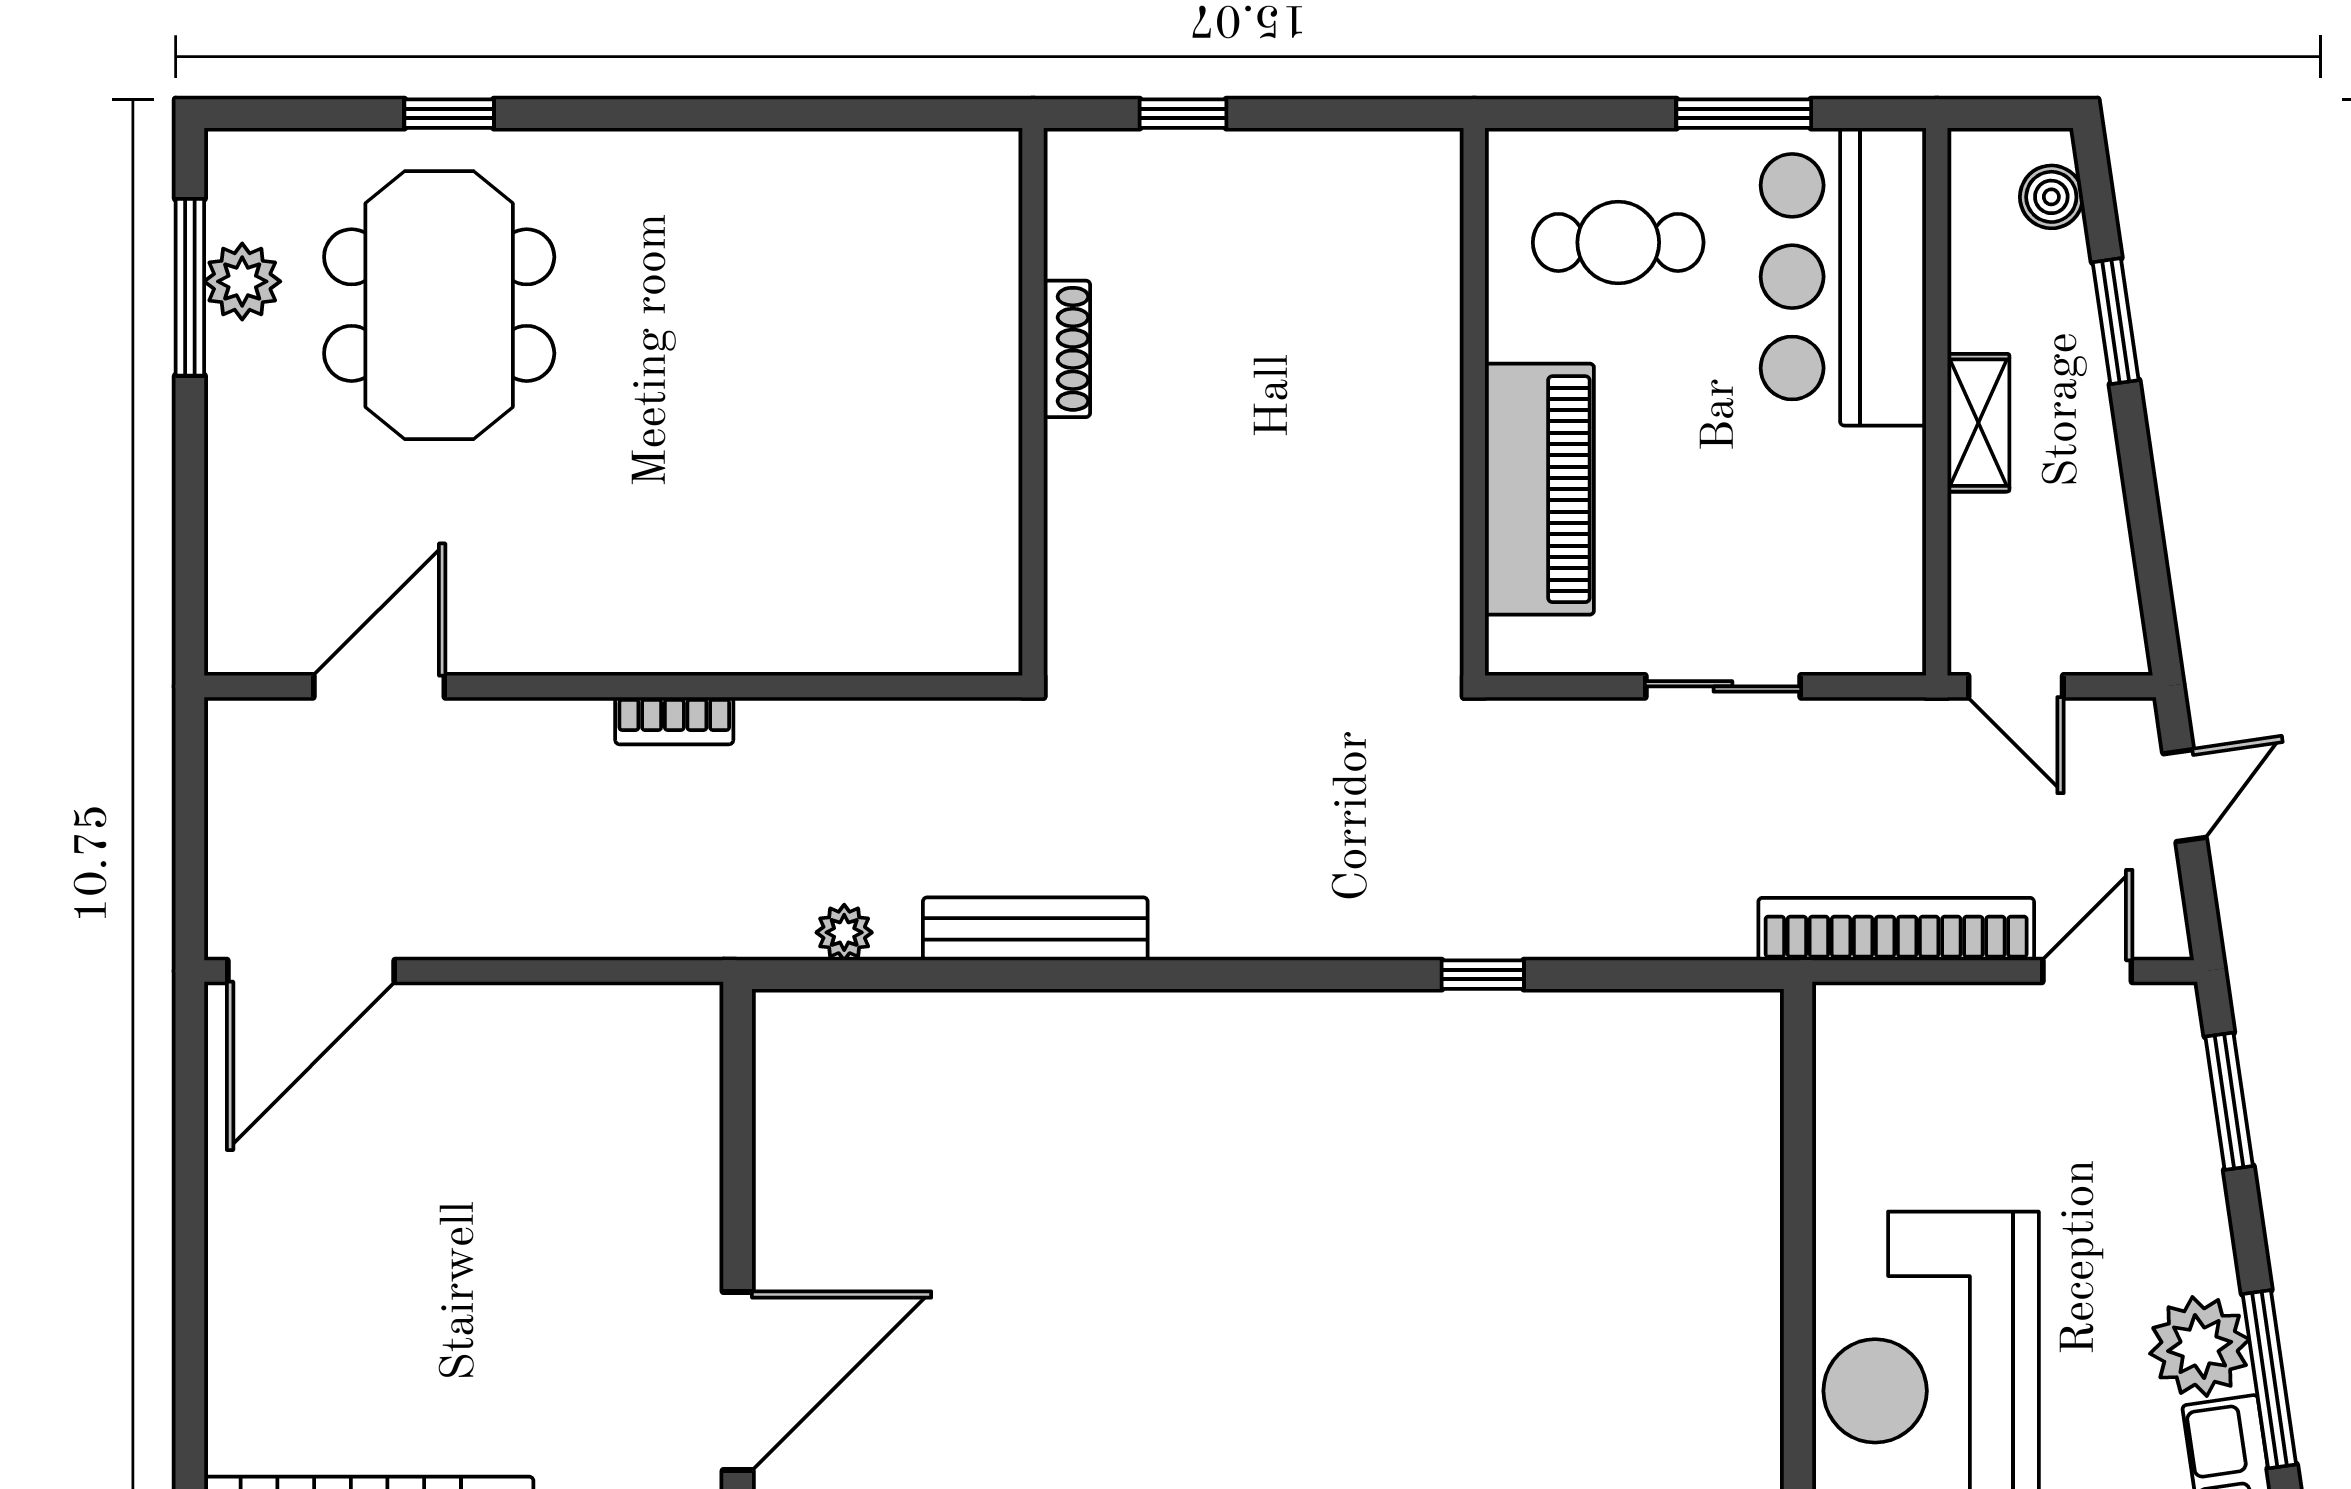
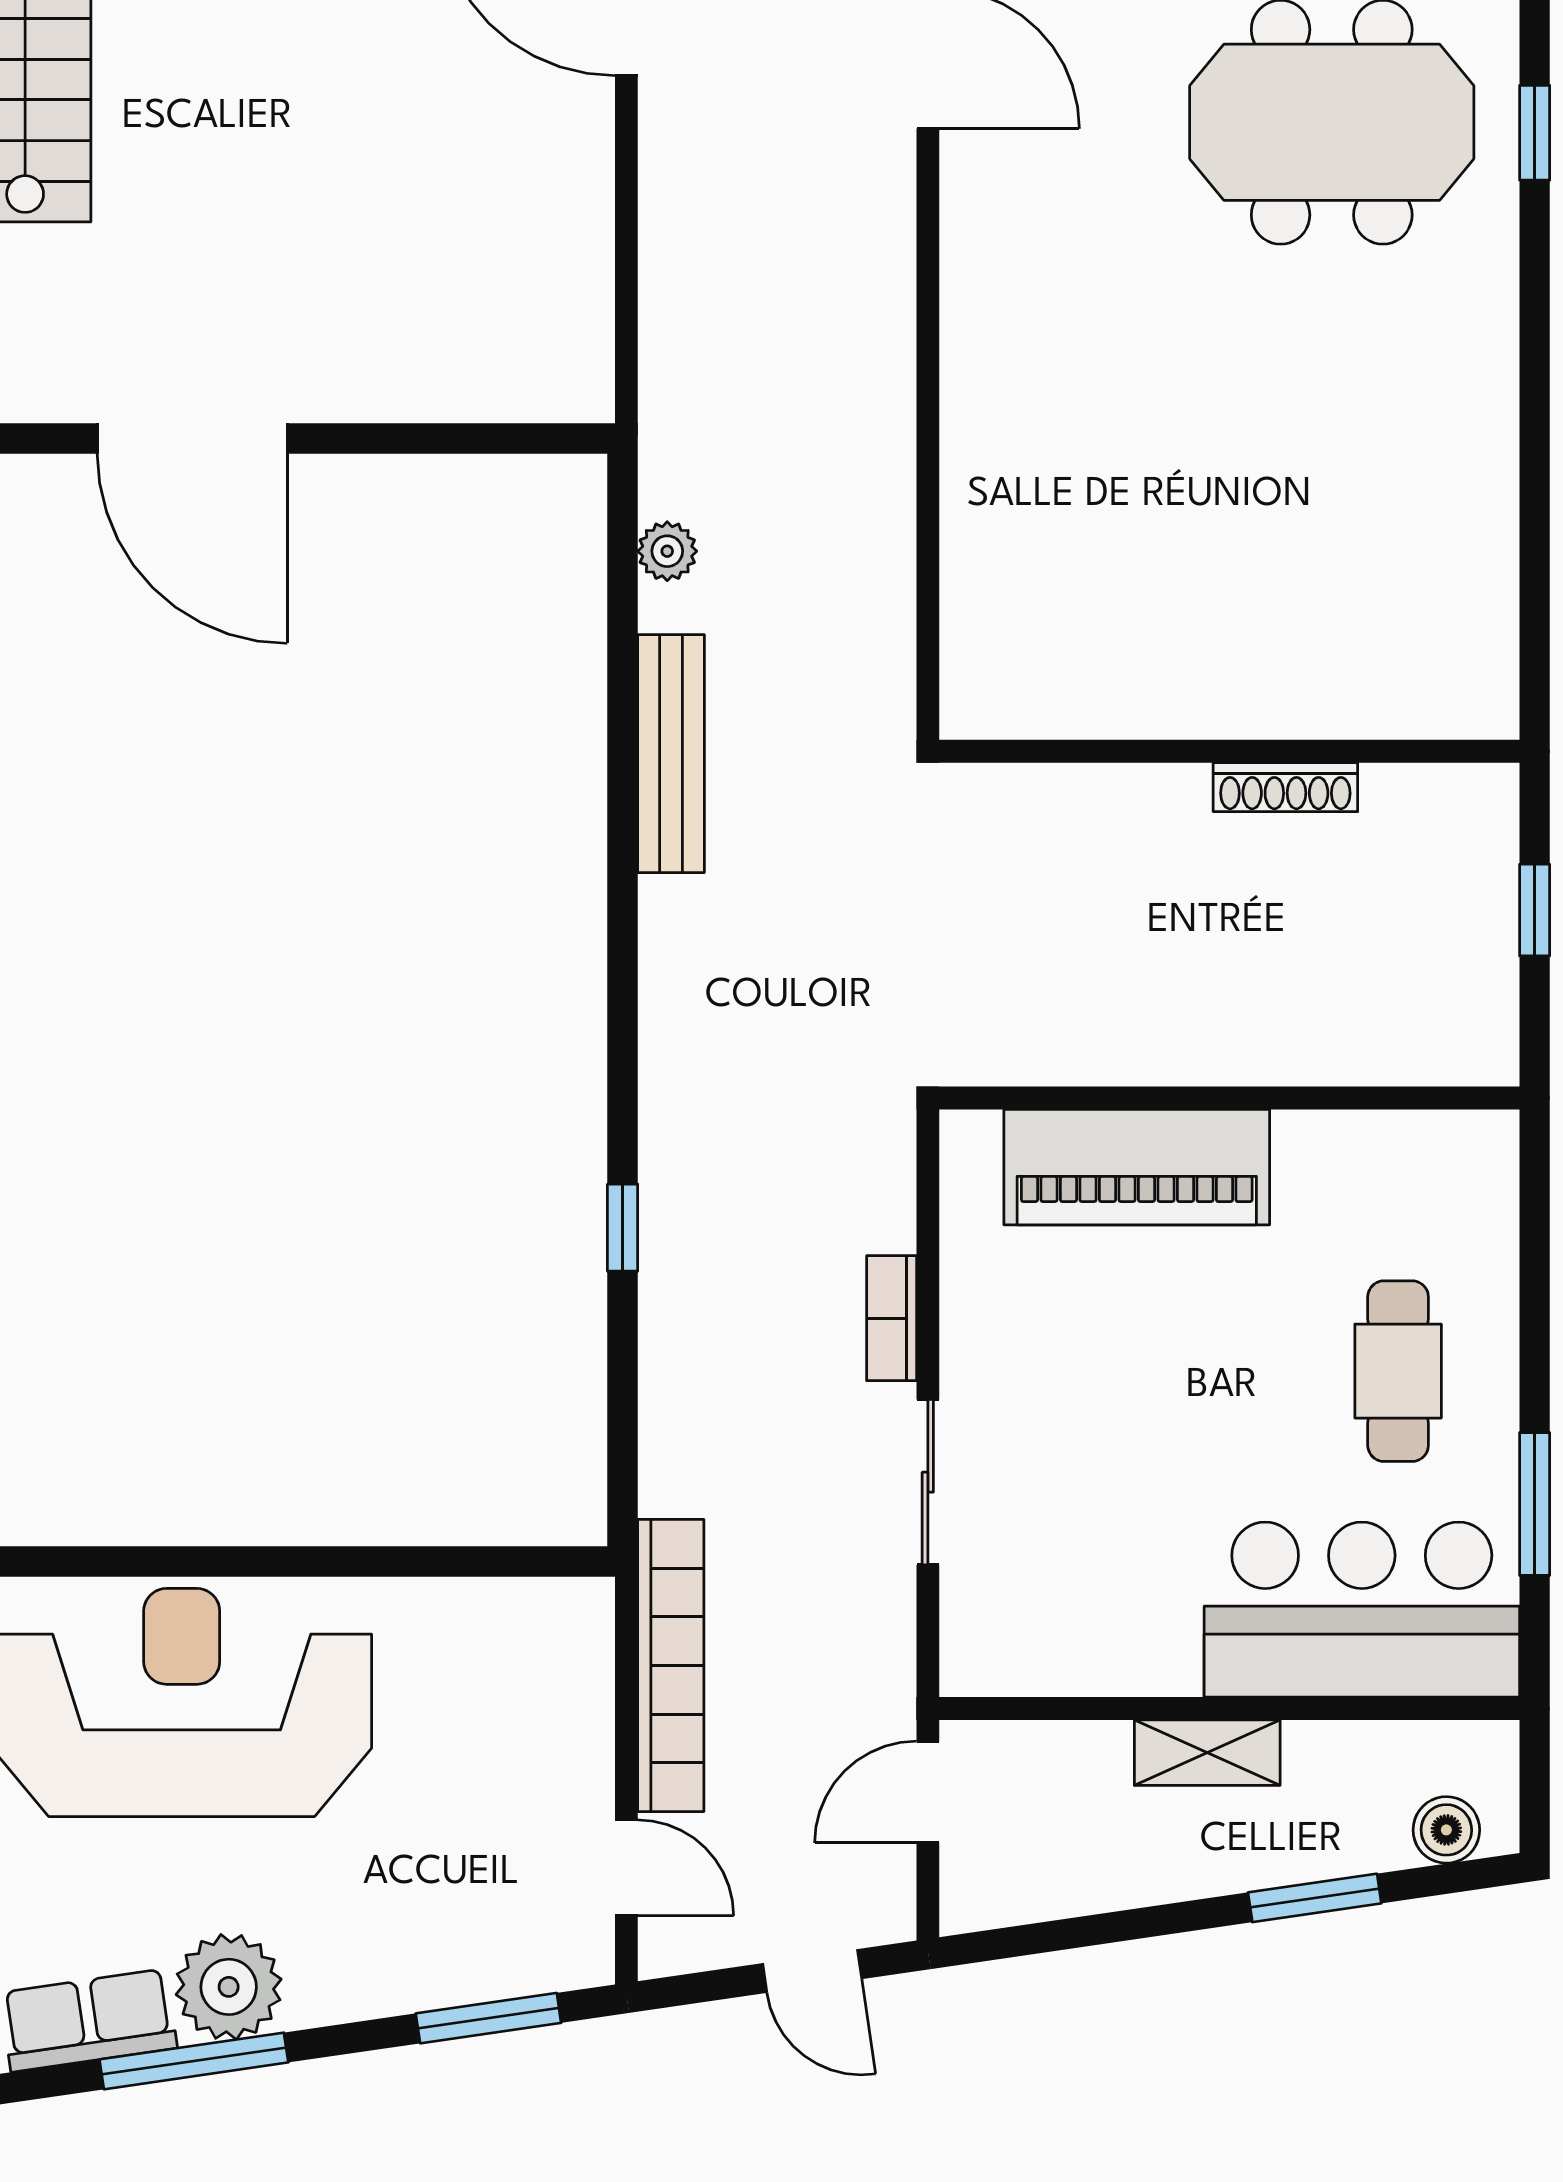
wall: (1474, 402) -> (1229, 1098), moved
piano: (1539, 489) -> (1137, 1167), moved
bookcase: (674, 721) -> (892, 1318), moved

